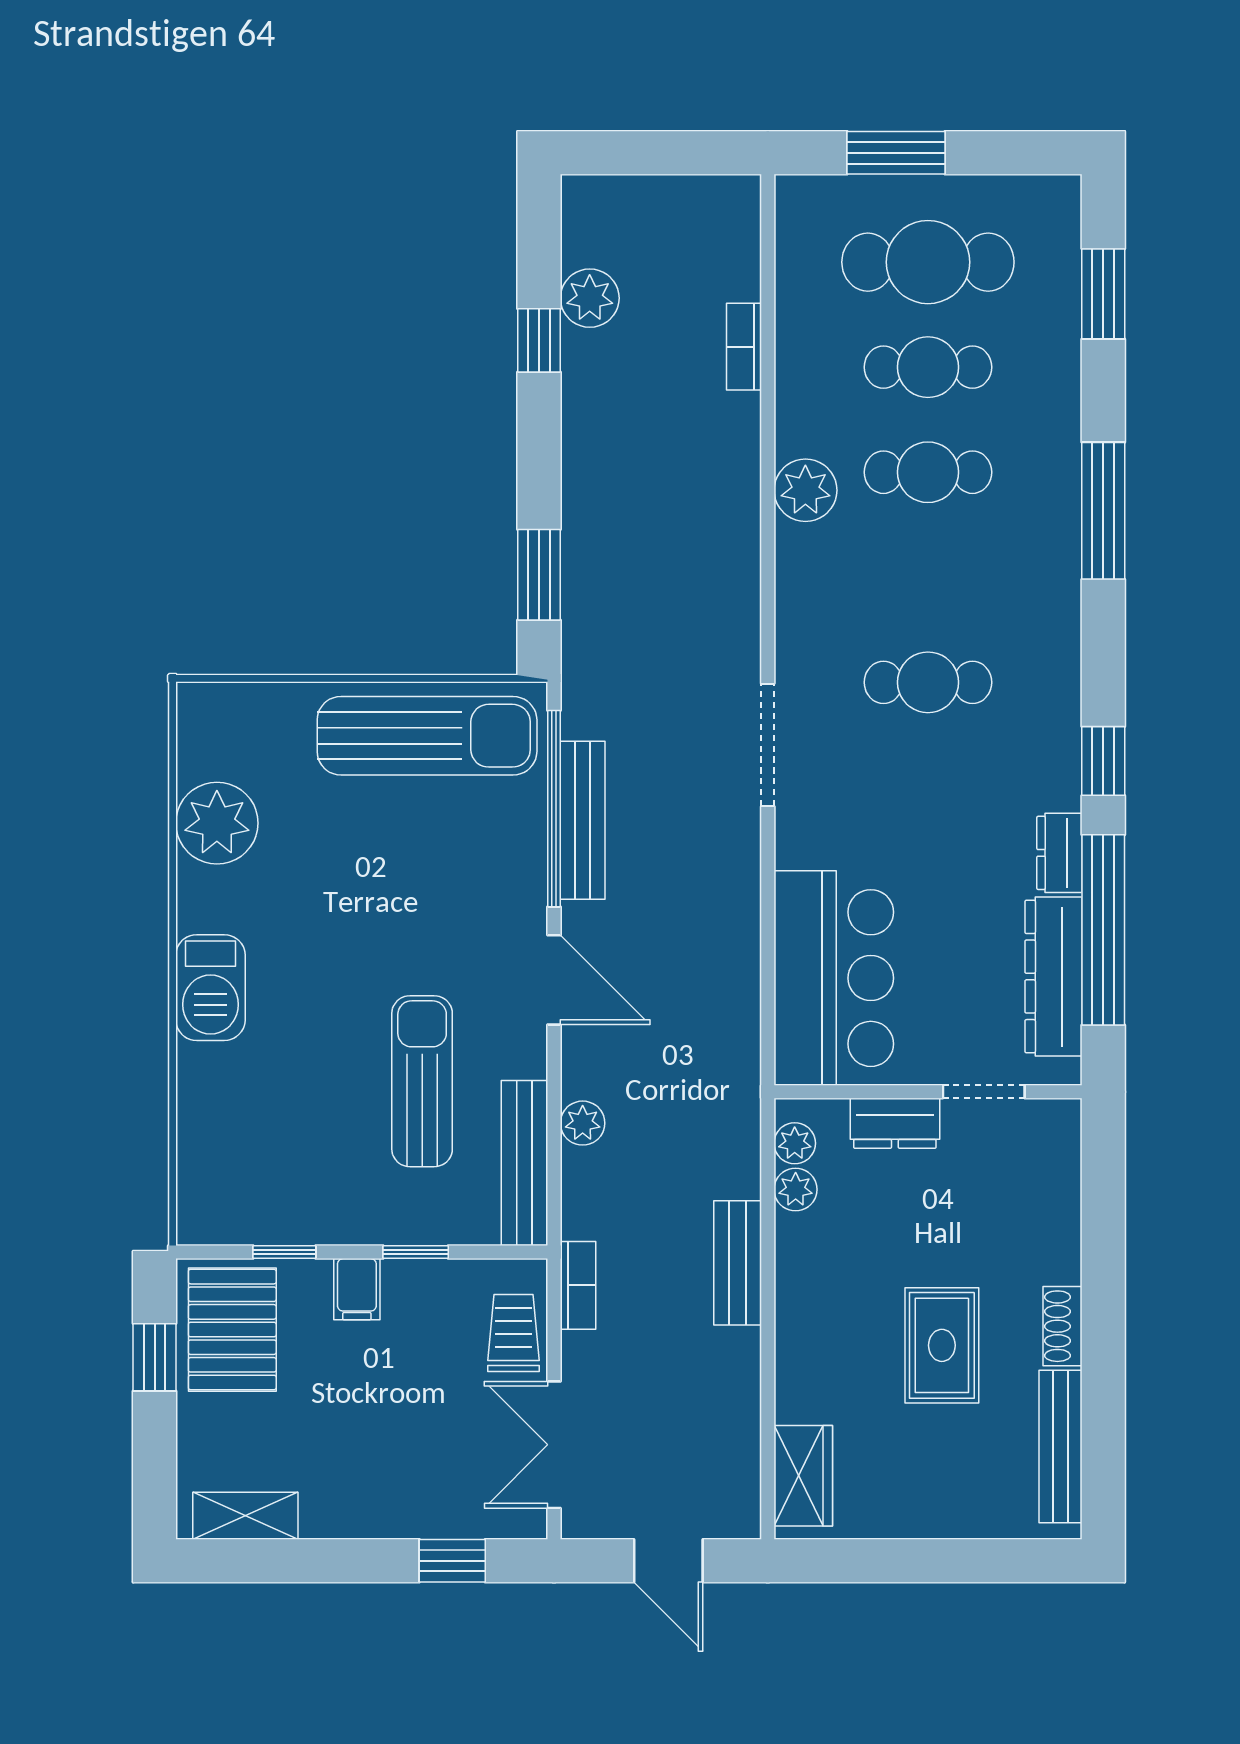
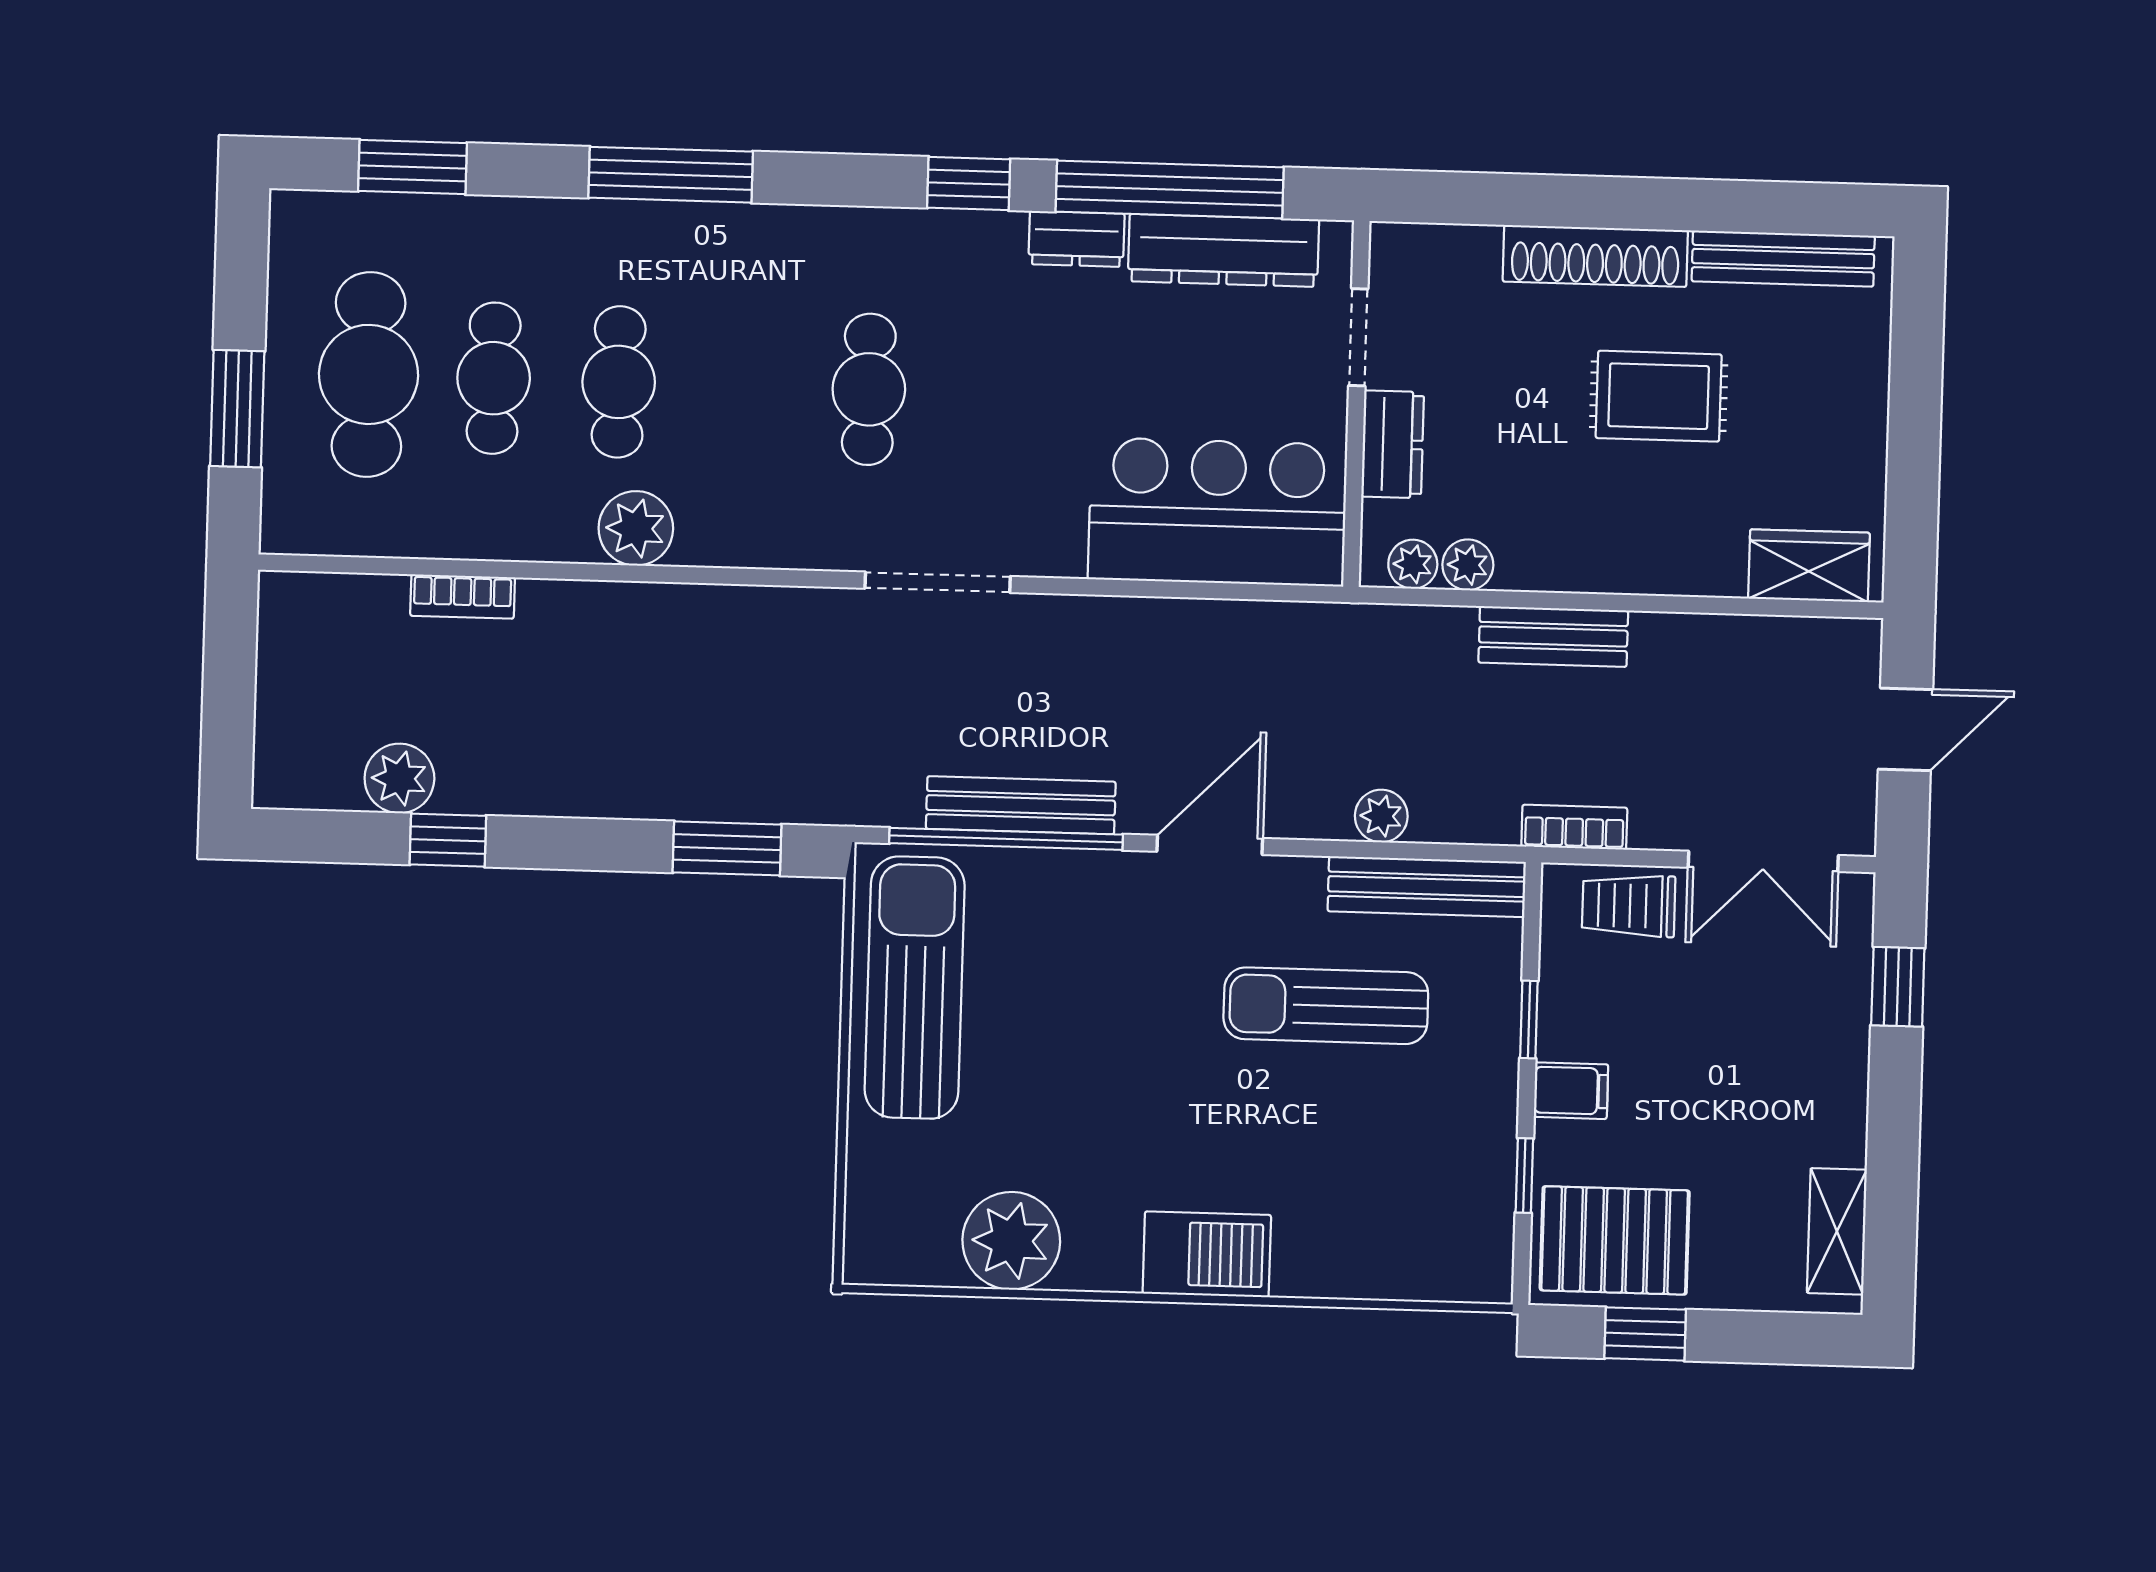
shoe rack: (1063, 1326) -> (1595, 256), width x1.94, depth x1.24

